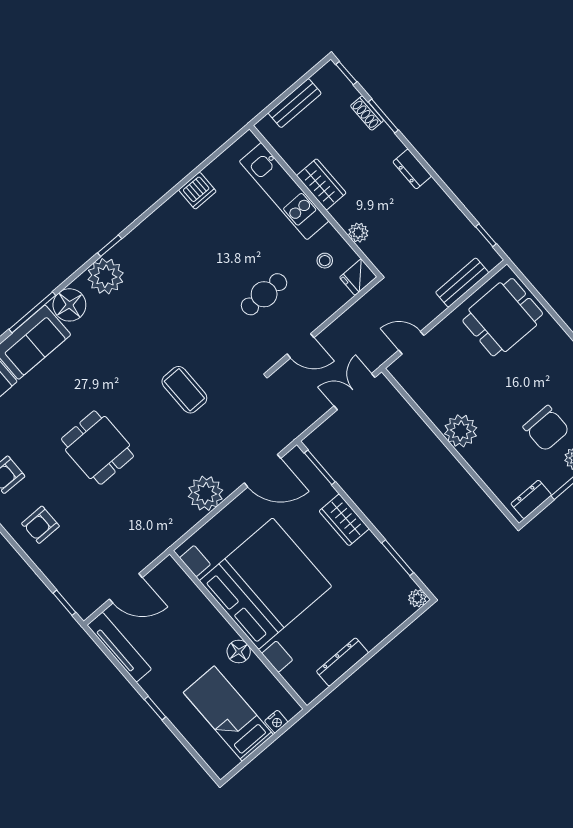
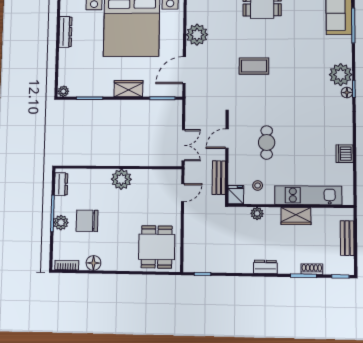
bench: (462, 282) -> (219, 178), moved
floor lamp: (69, 305) -> (347, 92), moved, width x0.53, depth x0.53

